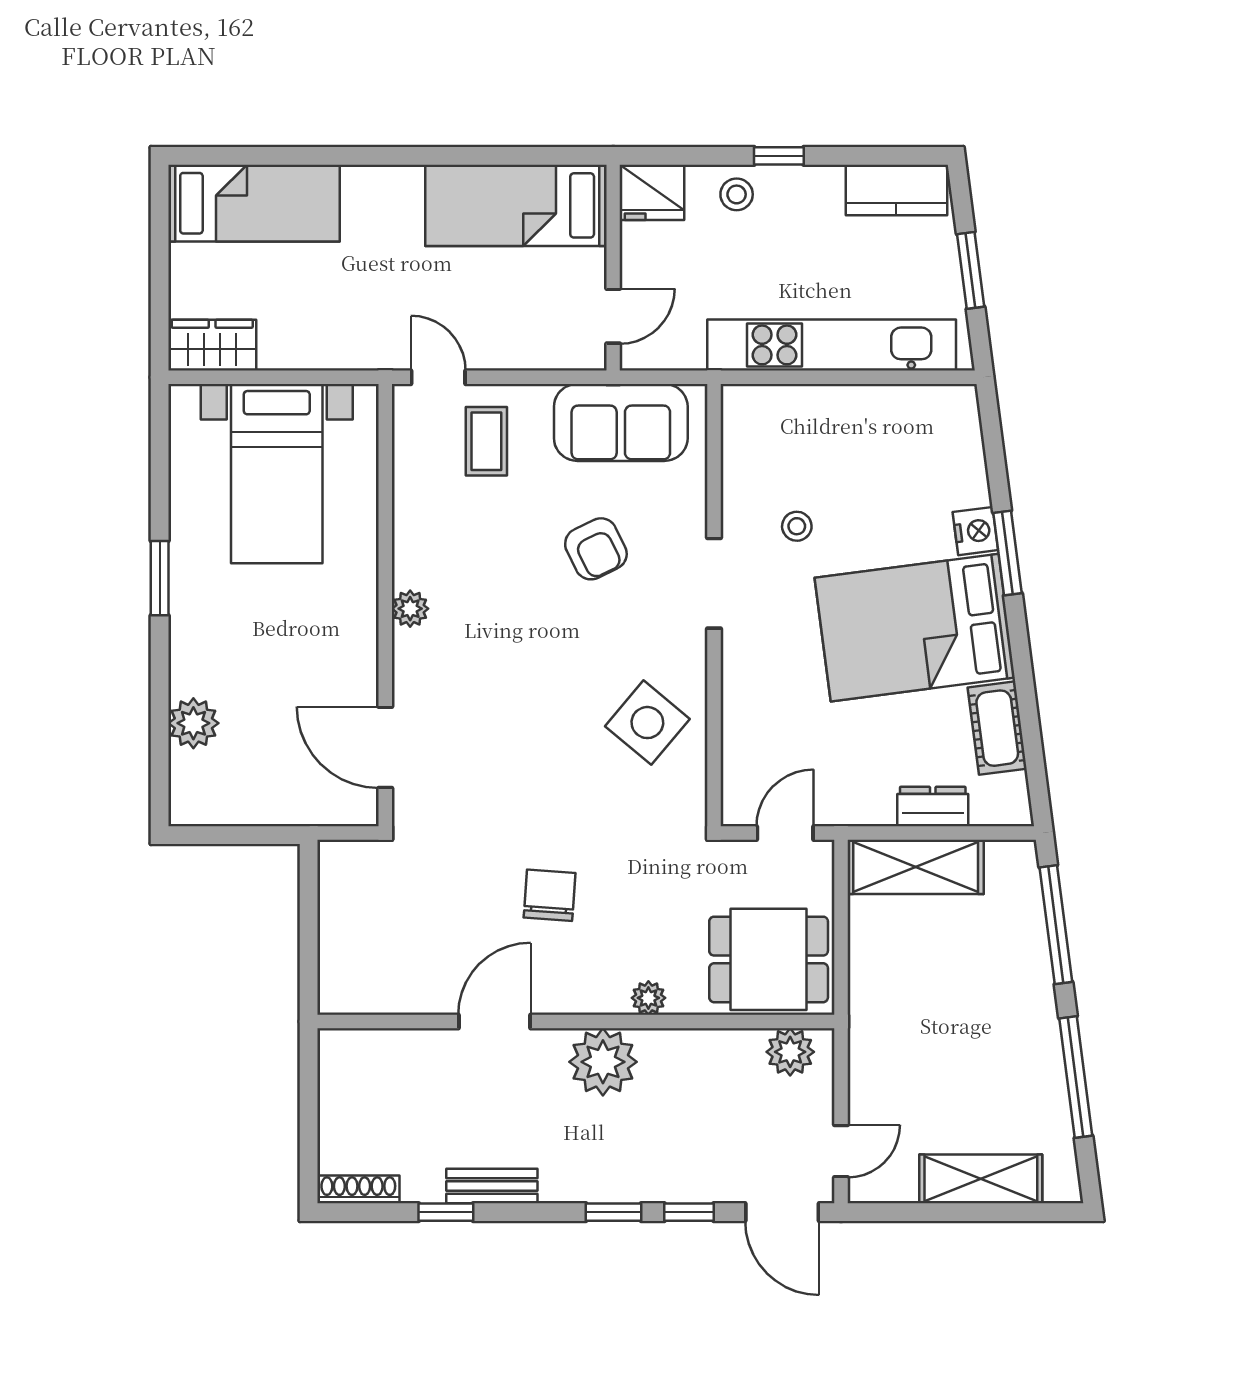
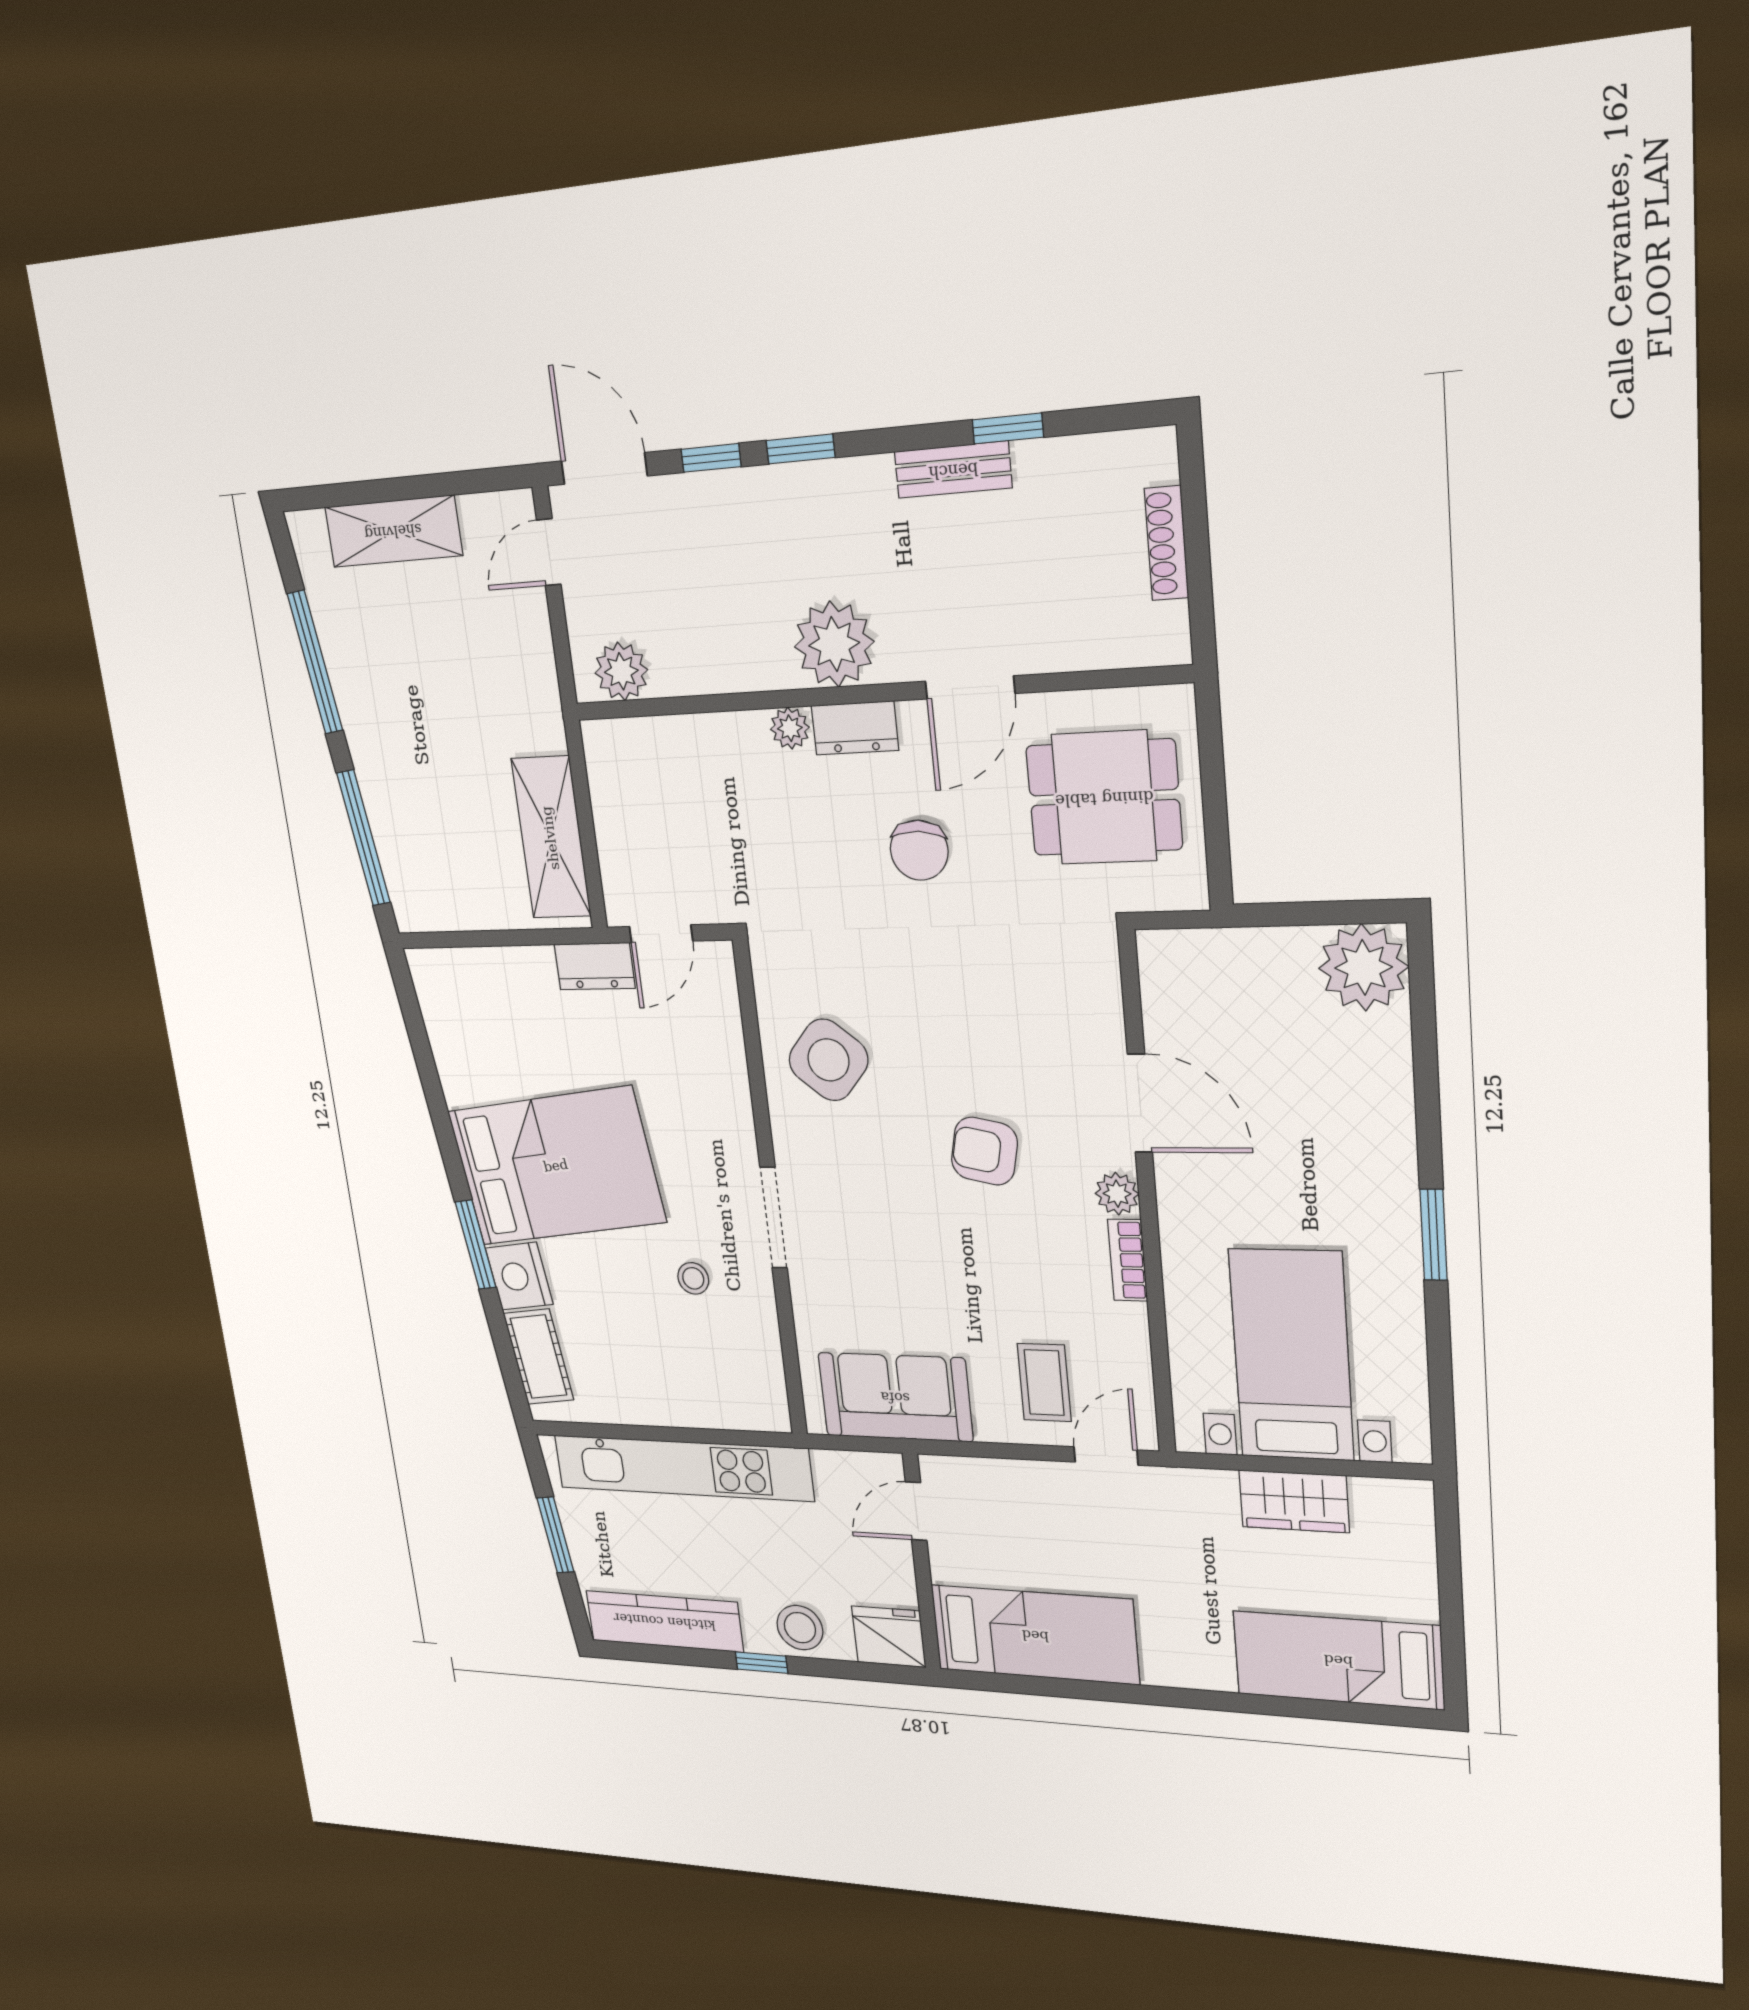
kitchen counter: (896, 190) -> (664, 1621), width x1.50
stool: (737, 194) -> (800, 1628), width x1.37, depth x1.37
wardrobe: (212, 345) -> (1294, 1501), moved
door: (438, 377) -> (1106, 1456), swing flipped
nightstand: (975, 531) -> (519, 1276), width x1.36, depth x1.33
armchair: (596, 549) -> (984, 1151), moved, turned -52
bookcase: (406, 552) -> (1128, 1260), added
plant: (193, 723) -> (1364, 967), moved, width x1.36, depth x1.36
cot: (997, 728) -> (538, 1357), moved
door: (385, 747) -> (1140, 1103), moved
dresser: (933, 807) -> (595, 966), moved
shelving: (916, 867) -> (551, 838), moved, turned 90
dining table: (769, 959) -> (1104, 798), moved
dresser: (593, 995) -> (855, 728), added
shoe rack: (358, 1189) -> (1167, 543), moved, turned 90

